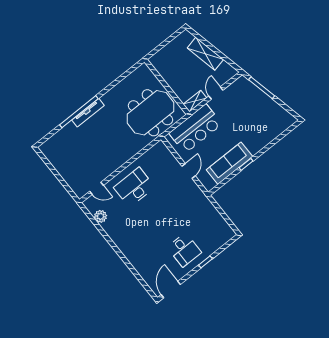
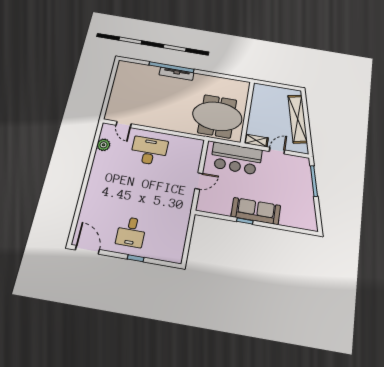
shelving: (205, 54) -> (298, 119), width x1.47
sofa: (230, 163) -> (256, 211), moved
door: (171, 290) -> (87, 250), hinge flipped

